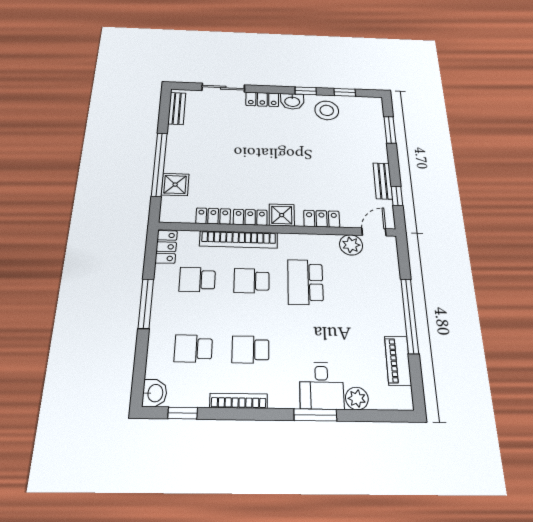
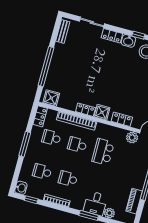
shower: (175, 185) -> (51, 98), moved
locker: (213, 216) -> (67, 105), removed

